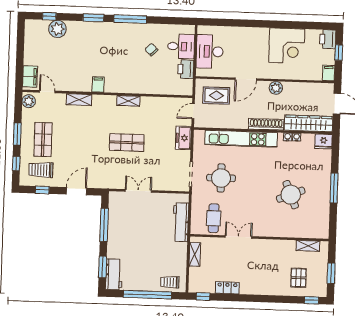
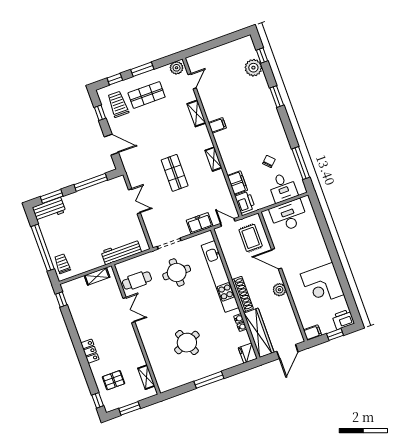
window: (130, 19) -> (301, 163), moved
printer: (186, 69) -> (245, 202), moved, turned 90
filing cabinet: (30, 76) -> (237, 183), moved, turned -90
locker: (227, 288) -> (90, 351), moved

